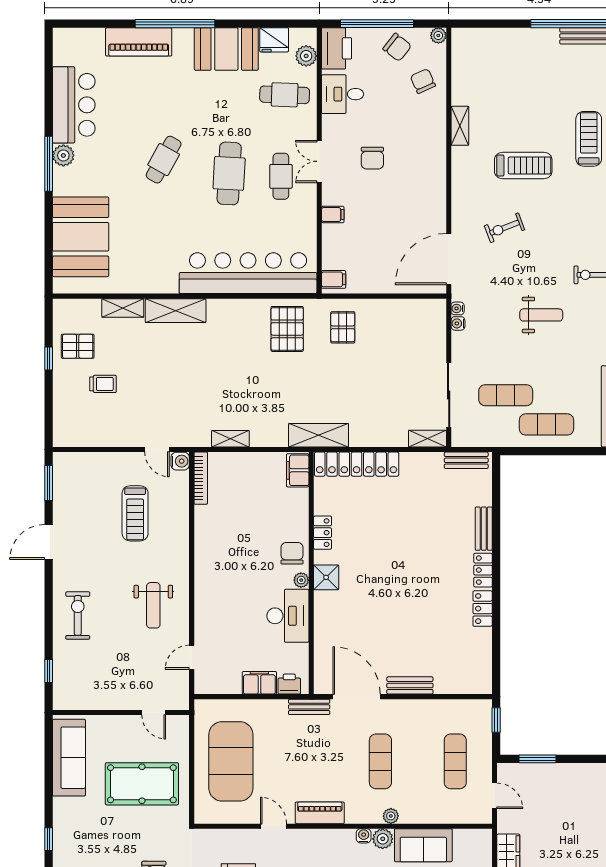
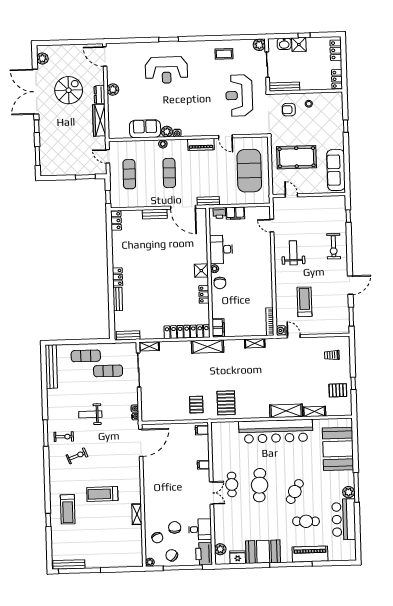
cafe table: (285, 95) -> (306, 521), moved
chair: (372, 158) -> (175, 527), moved
exercise bike: (504, 228) -> (77, 456), moved
bar counter: (248, 273) -> (276, 431), moved
trolley: (103, 384) -> (332, 355), moved
locker: (483, 609) -> (116, 221), moved
door: (192, 657) -> (272, 226), swing flipped

